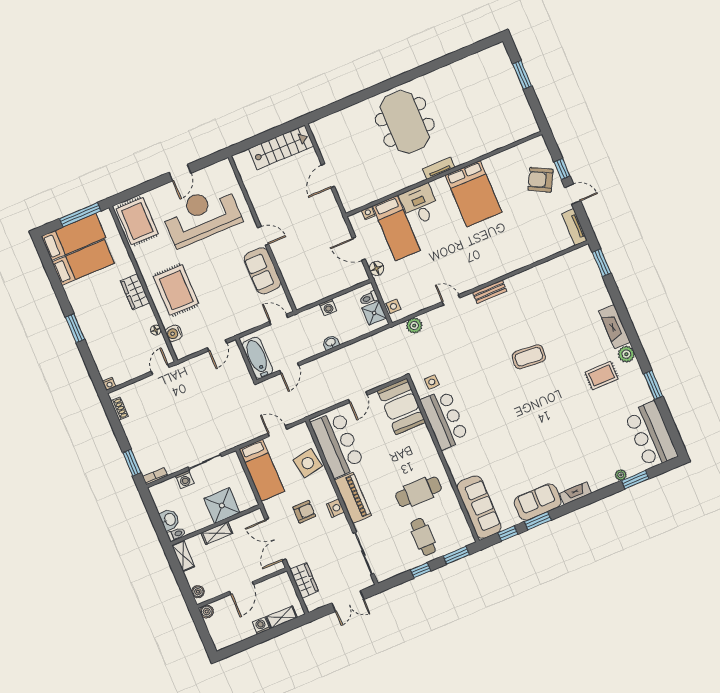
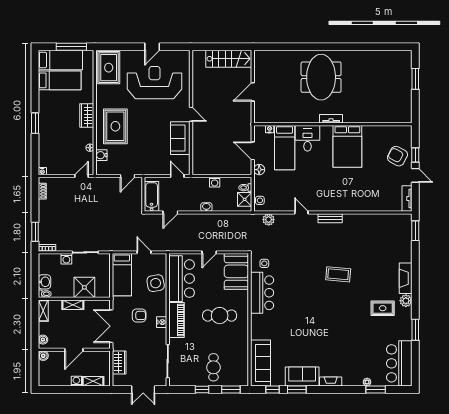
cafe table: (418, 492) -> (220, 316), moved

